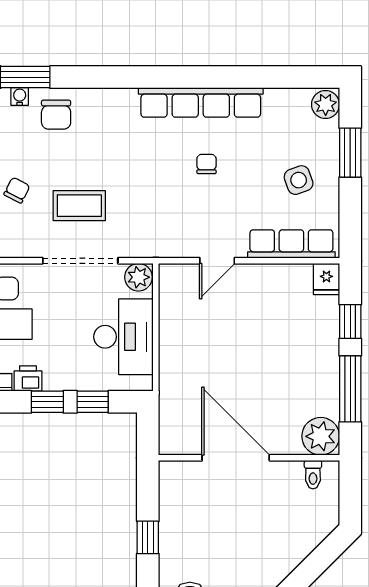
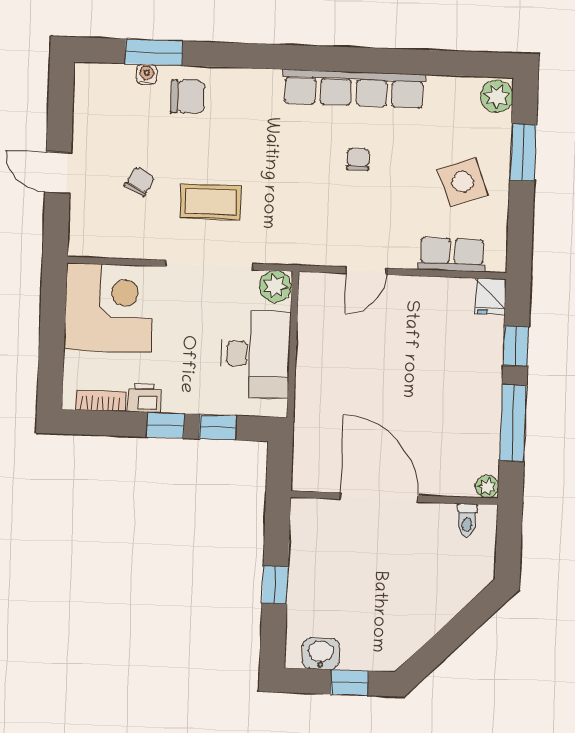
chair: (56, 115) -> (188, 97), turned -90
side table: (299, 180) -> (463, 182), width x1.37, depth x1.37
row of seats: (291, 244) -> (452, 255), width x0.68
plant: (321, 436) -> (487, 487), width x0.53, depth x0.53

